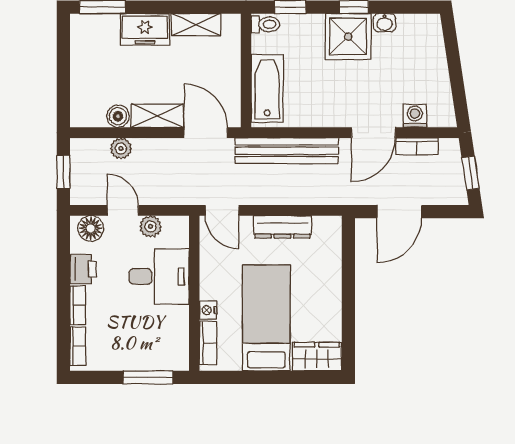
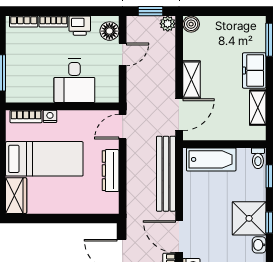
boiler: (118, 116) -> (191, 24), moved
plant: (121, 148) -> (168, 24), moved
plant: (150, 226) -> (111, 75), removed

